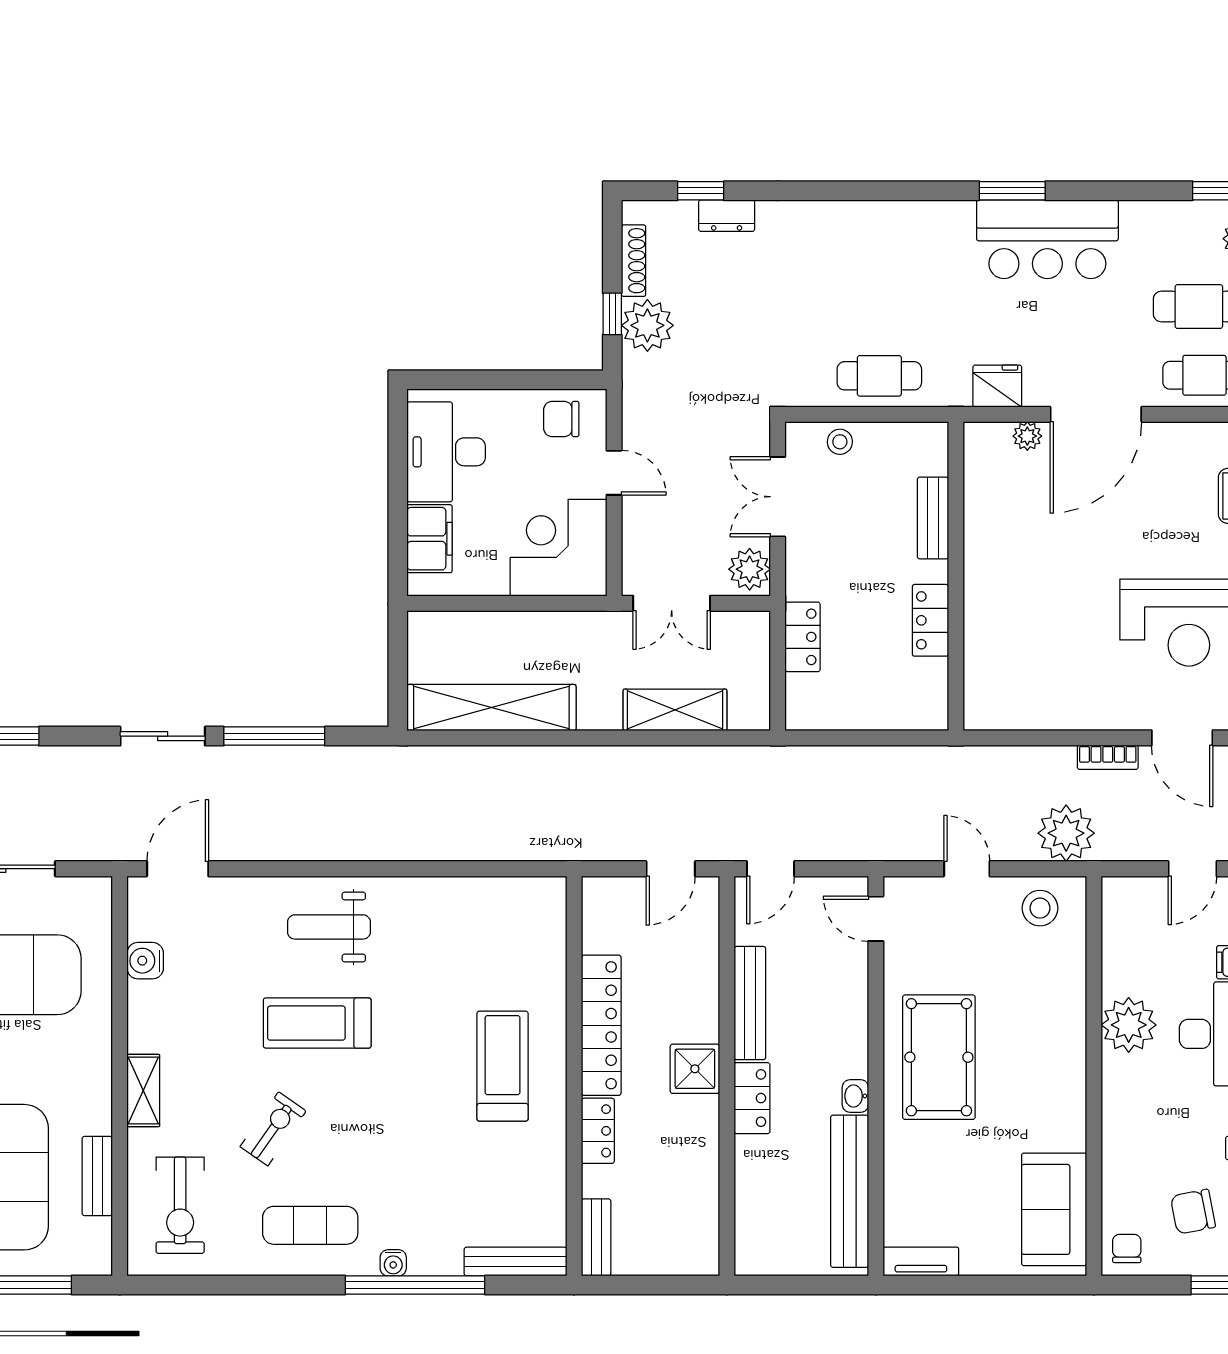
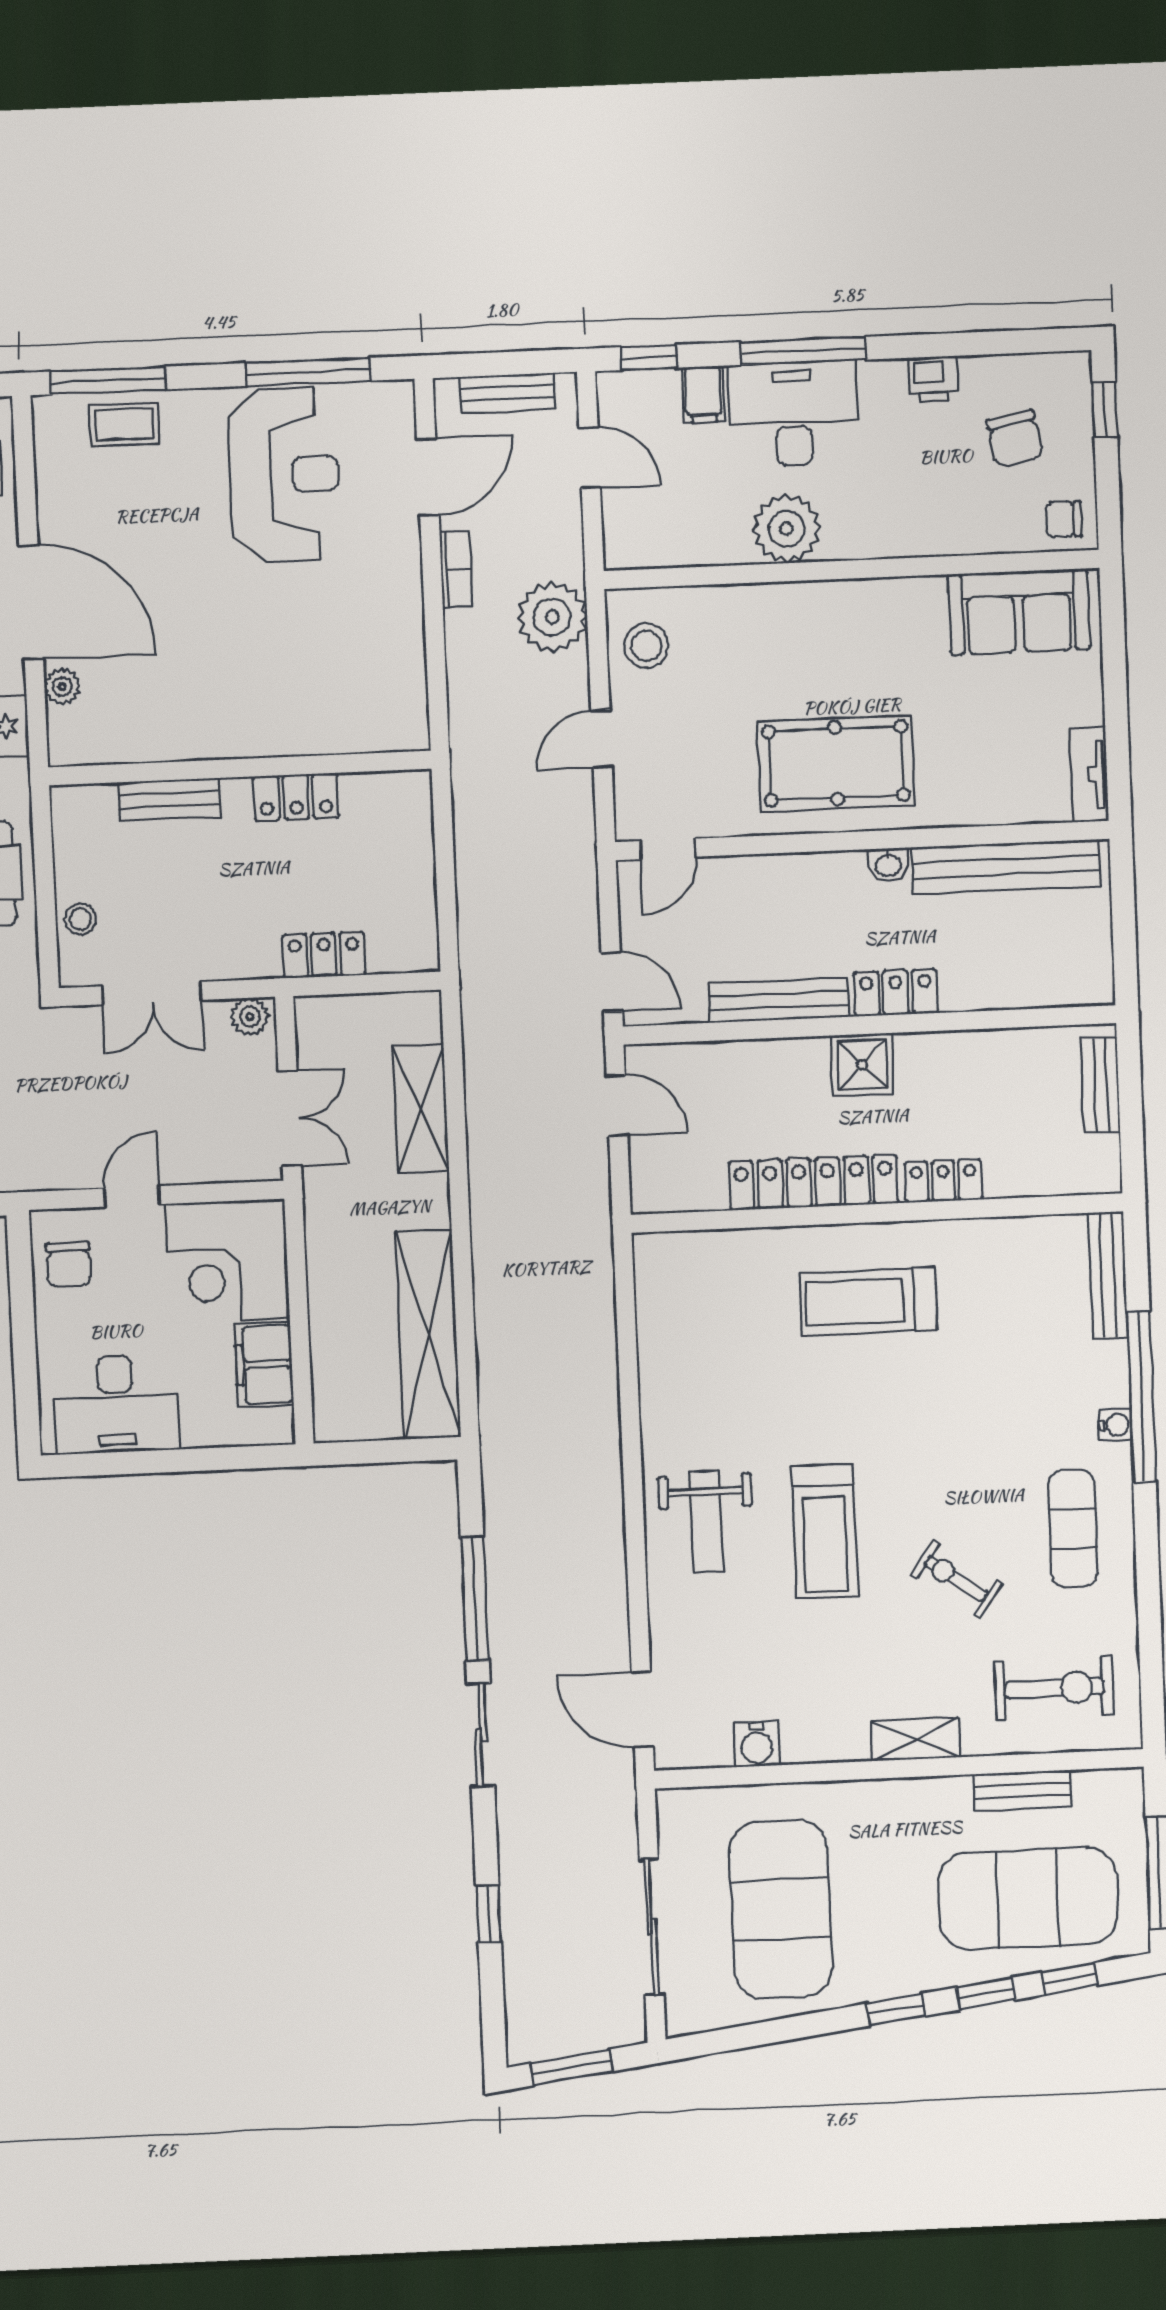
filing cabinet: (430, 539) -> (264, 1364), moved, turned -90
plant: (750, 569) -> (250, 1017), width x0.73, depth x0.73
bench: (596, 1237) -> (1100, 1085), moved, turned 90

